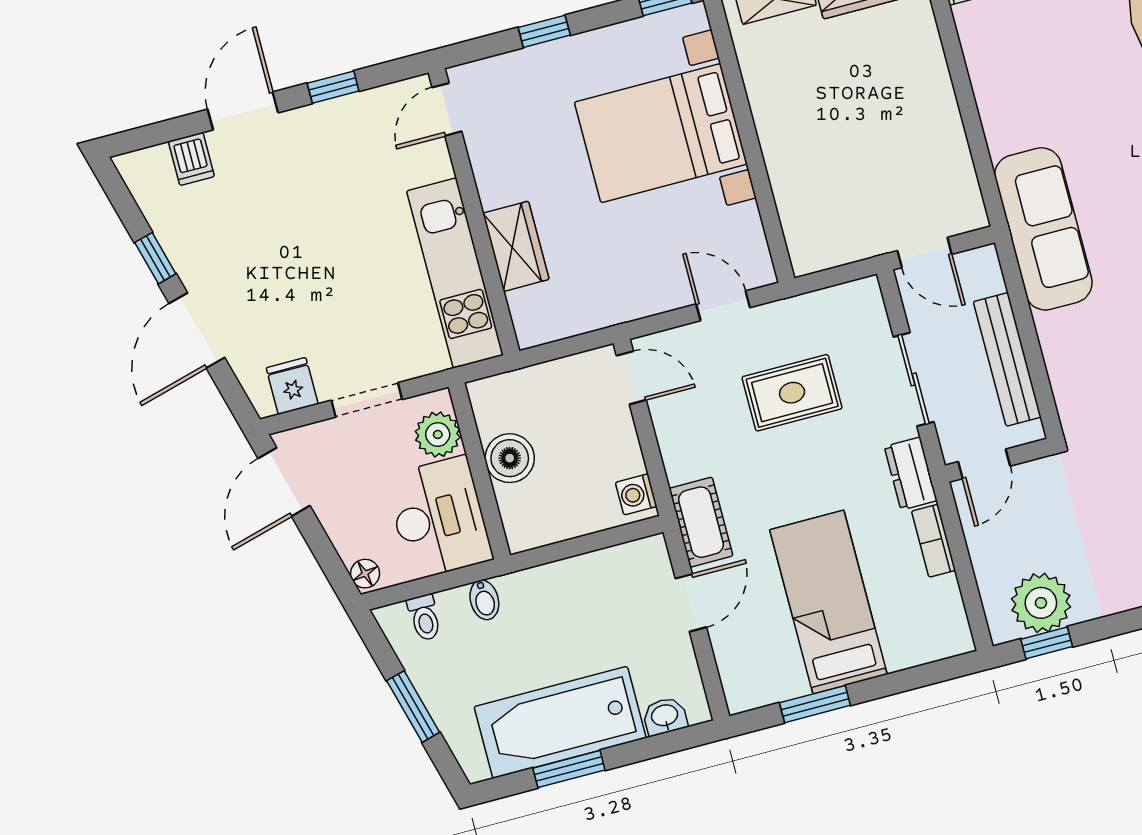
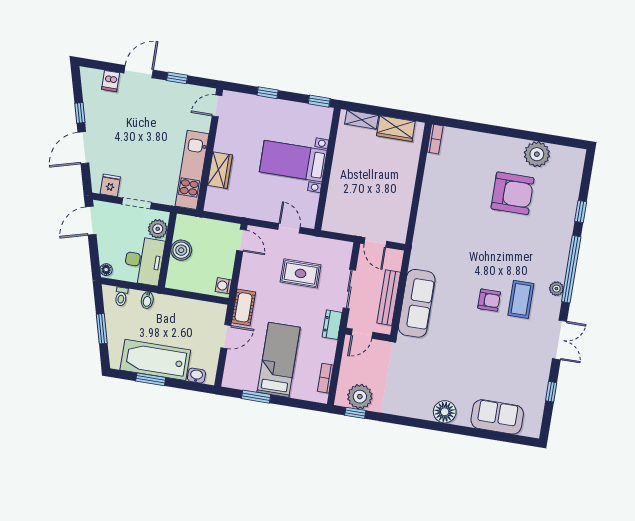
bed with nightstands: (661, 133) -> (293, 161), width x0.73
sofa: (1043, 229) -> (417, 303), moved
bookcase: (934, 541) -> (325, 378), moved

